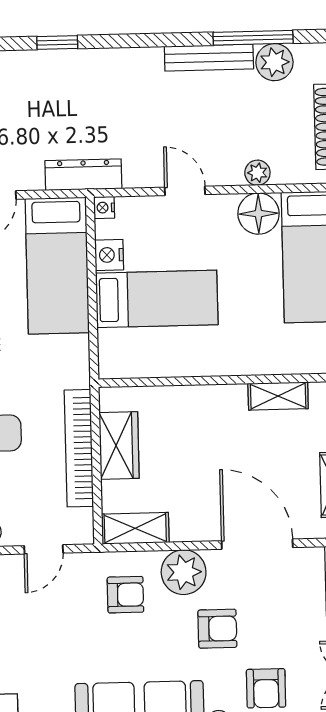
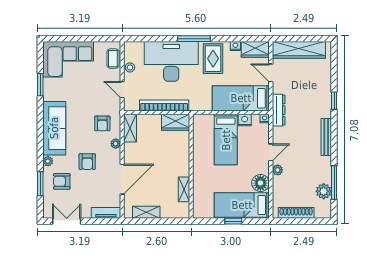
bench: (209, 58) -> (326, 137), moved
plant: (257, 173) -> (278, 170), moved
wardrobe: (119, 445) -> (176, 122), moved
plant: (184, 572) -> (116, 144), width x0.53, depth x0.53

